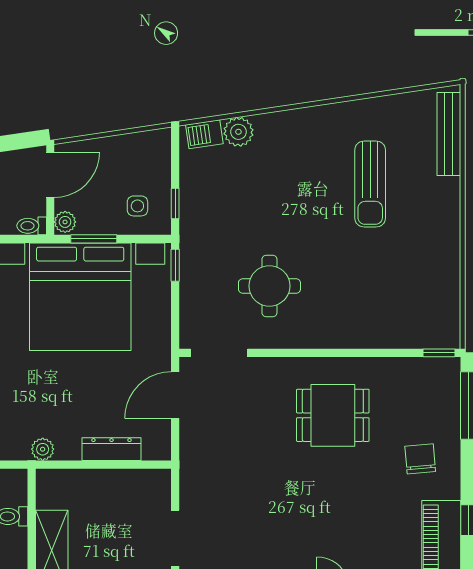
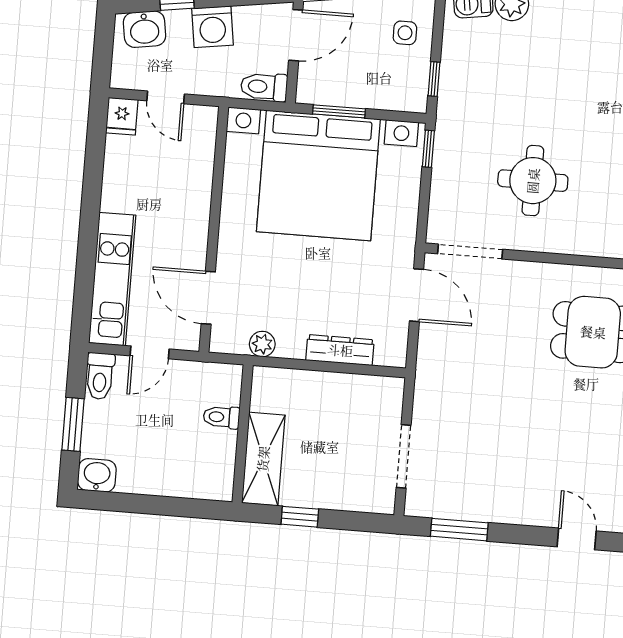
side table: (137, 206) -> (405, 33), moved
plant: (65, 222) -> (308, 90), removed
toilet: (32, 226) -> (264, 87), width x1.37, depth x1.39
door: (175, 395) -> (417, 295), swing flipped

